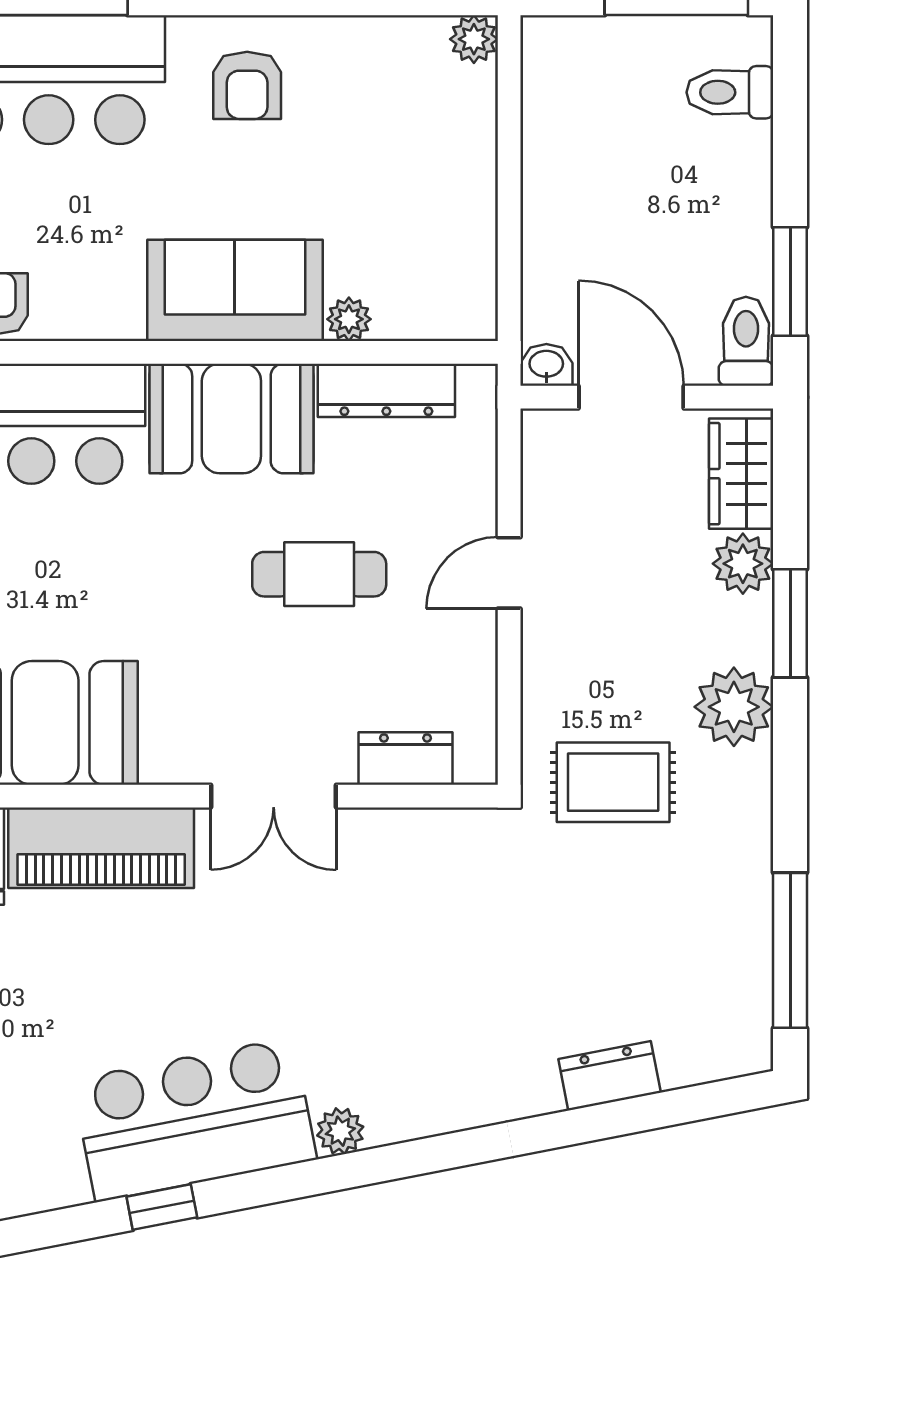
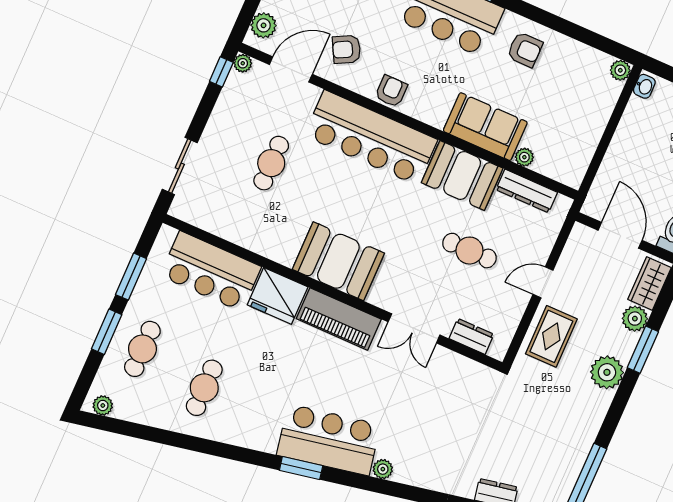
armchair: (247, 85) -> (525, 50), turned -90
washbasin: (546, 365) -> (644, 86), moved, turned 90
rug: (613, 782) -> (551, 336), moved, turned 90
window: (162, 1207) -> (301, 468), width x1.50

